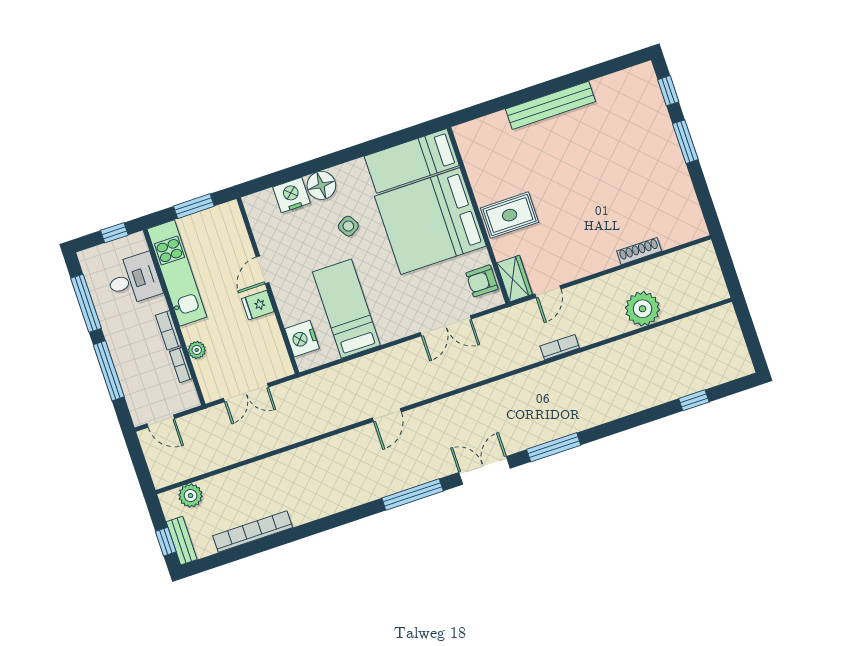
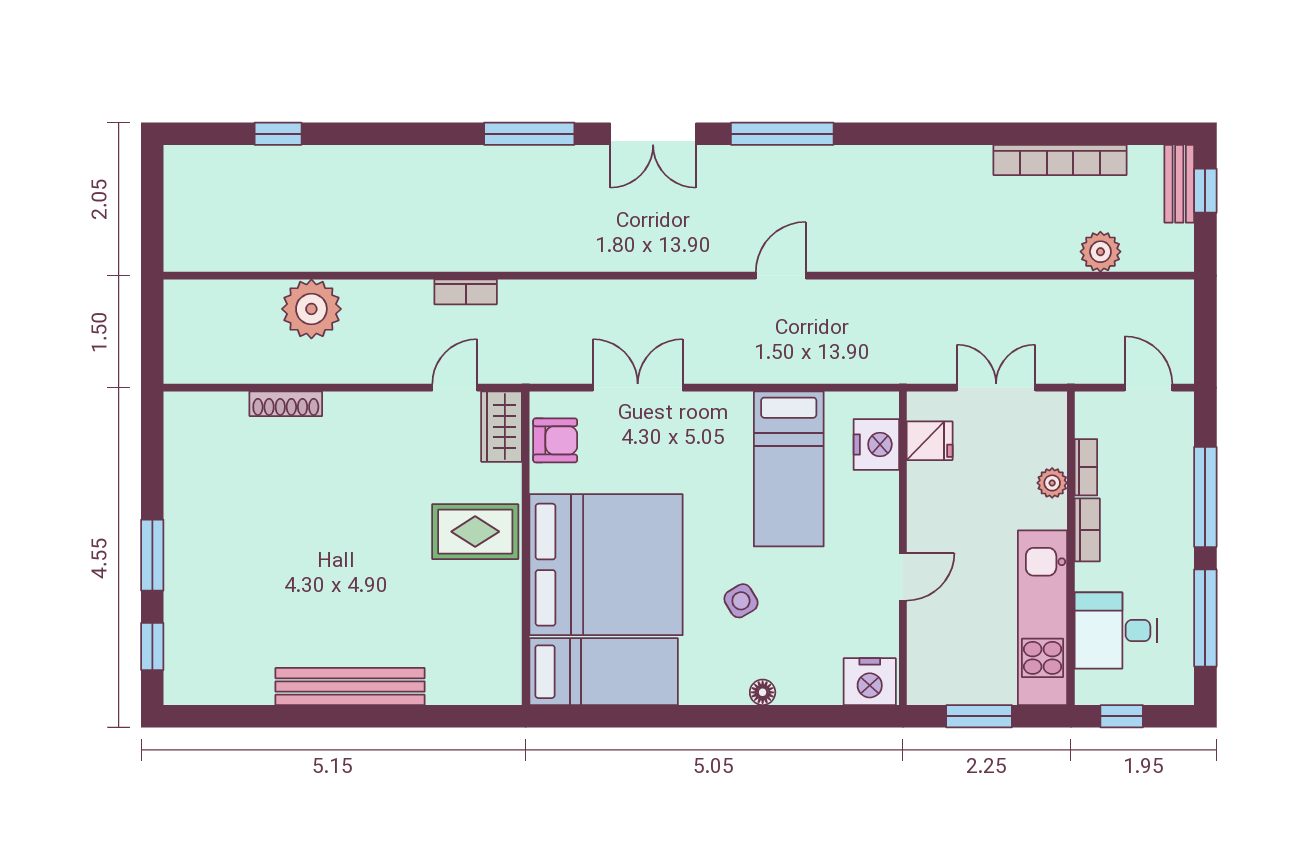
floor lamp: (321, 185) -> (763, 692), width x0.53, depth x0.53
nightstand: (292, 195) -> (870, 682), moved
fridge: (258, 305) -> (930, 441), moved
plant: (190, 496) -> (1100, 252), moved

